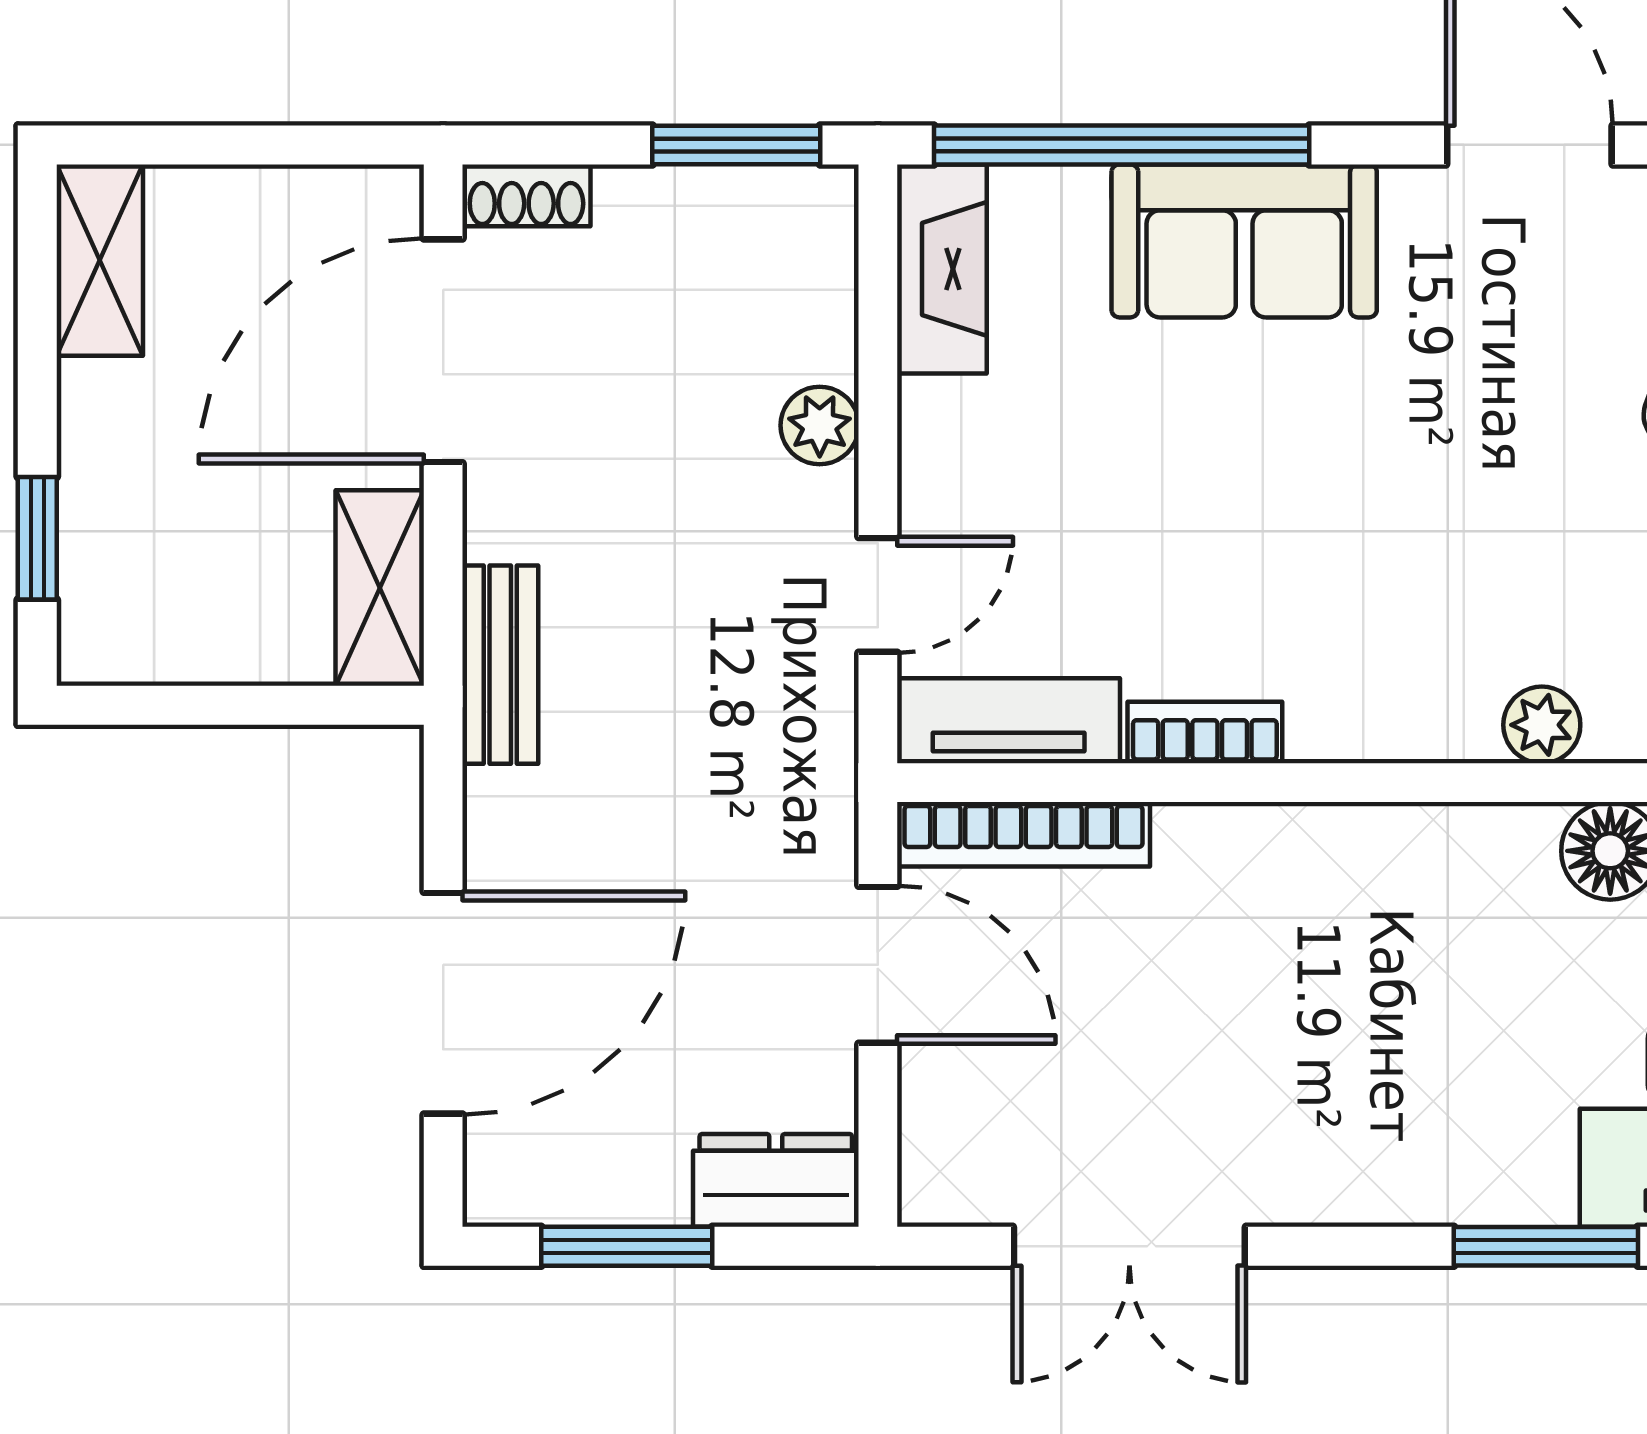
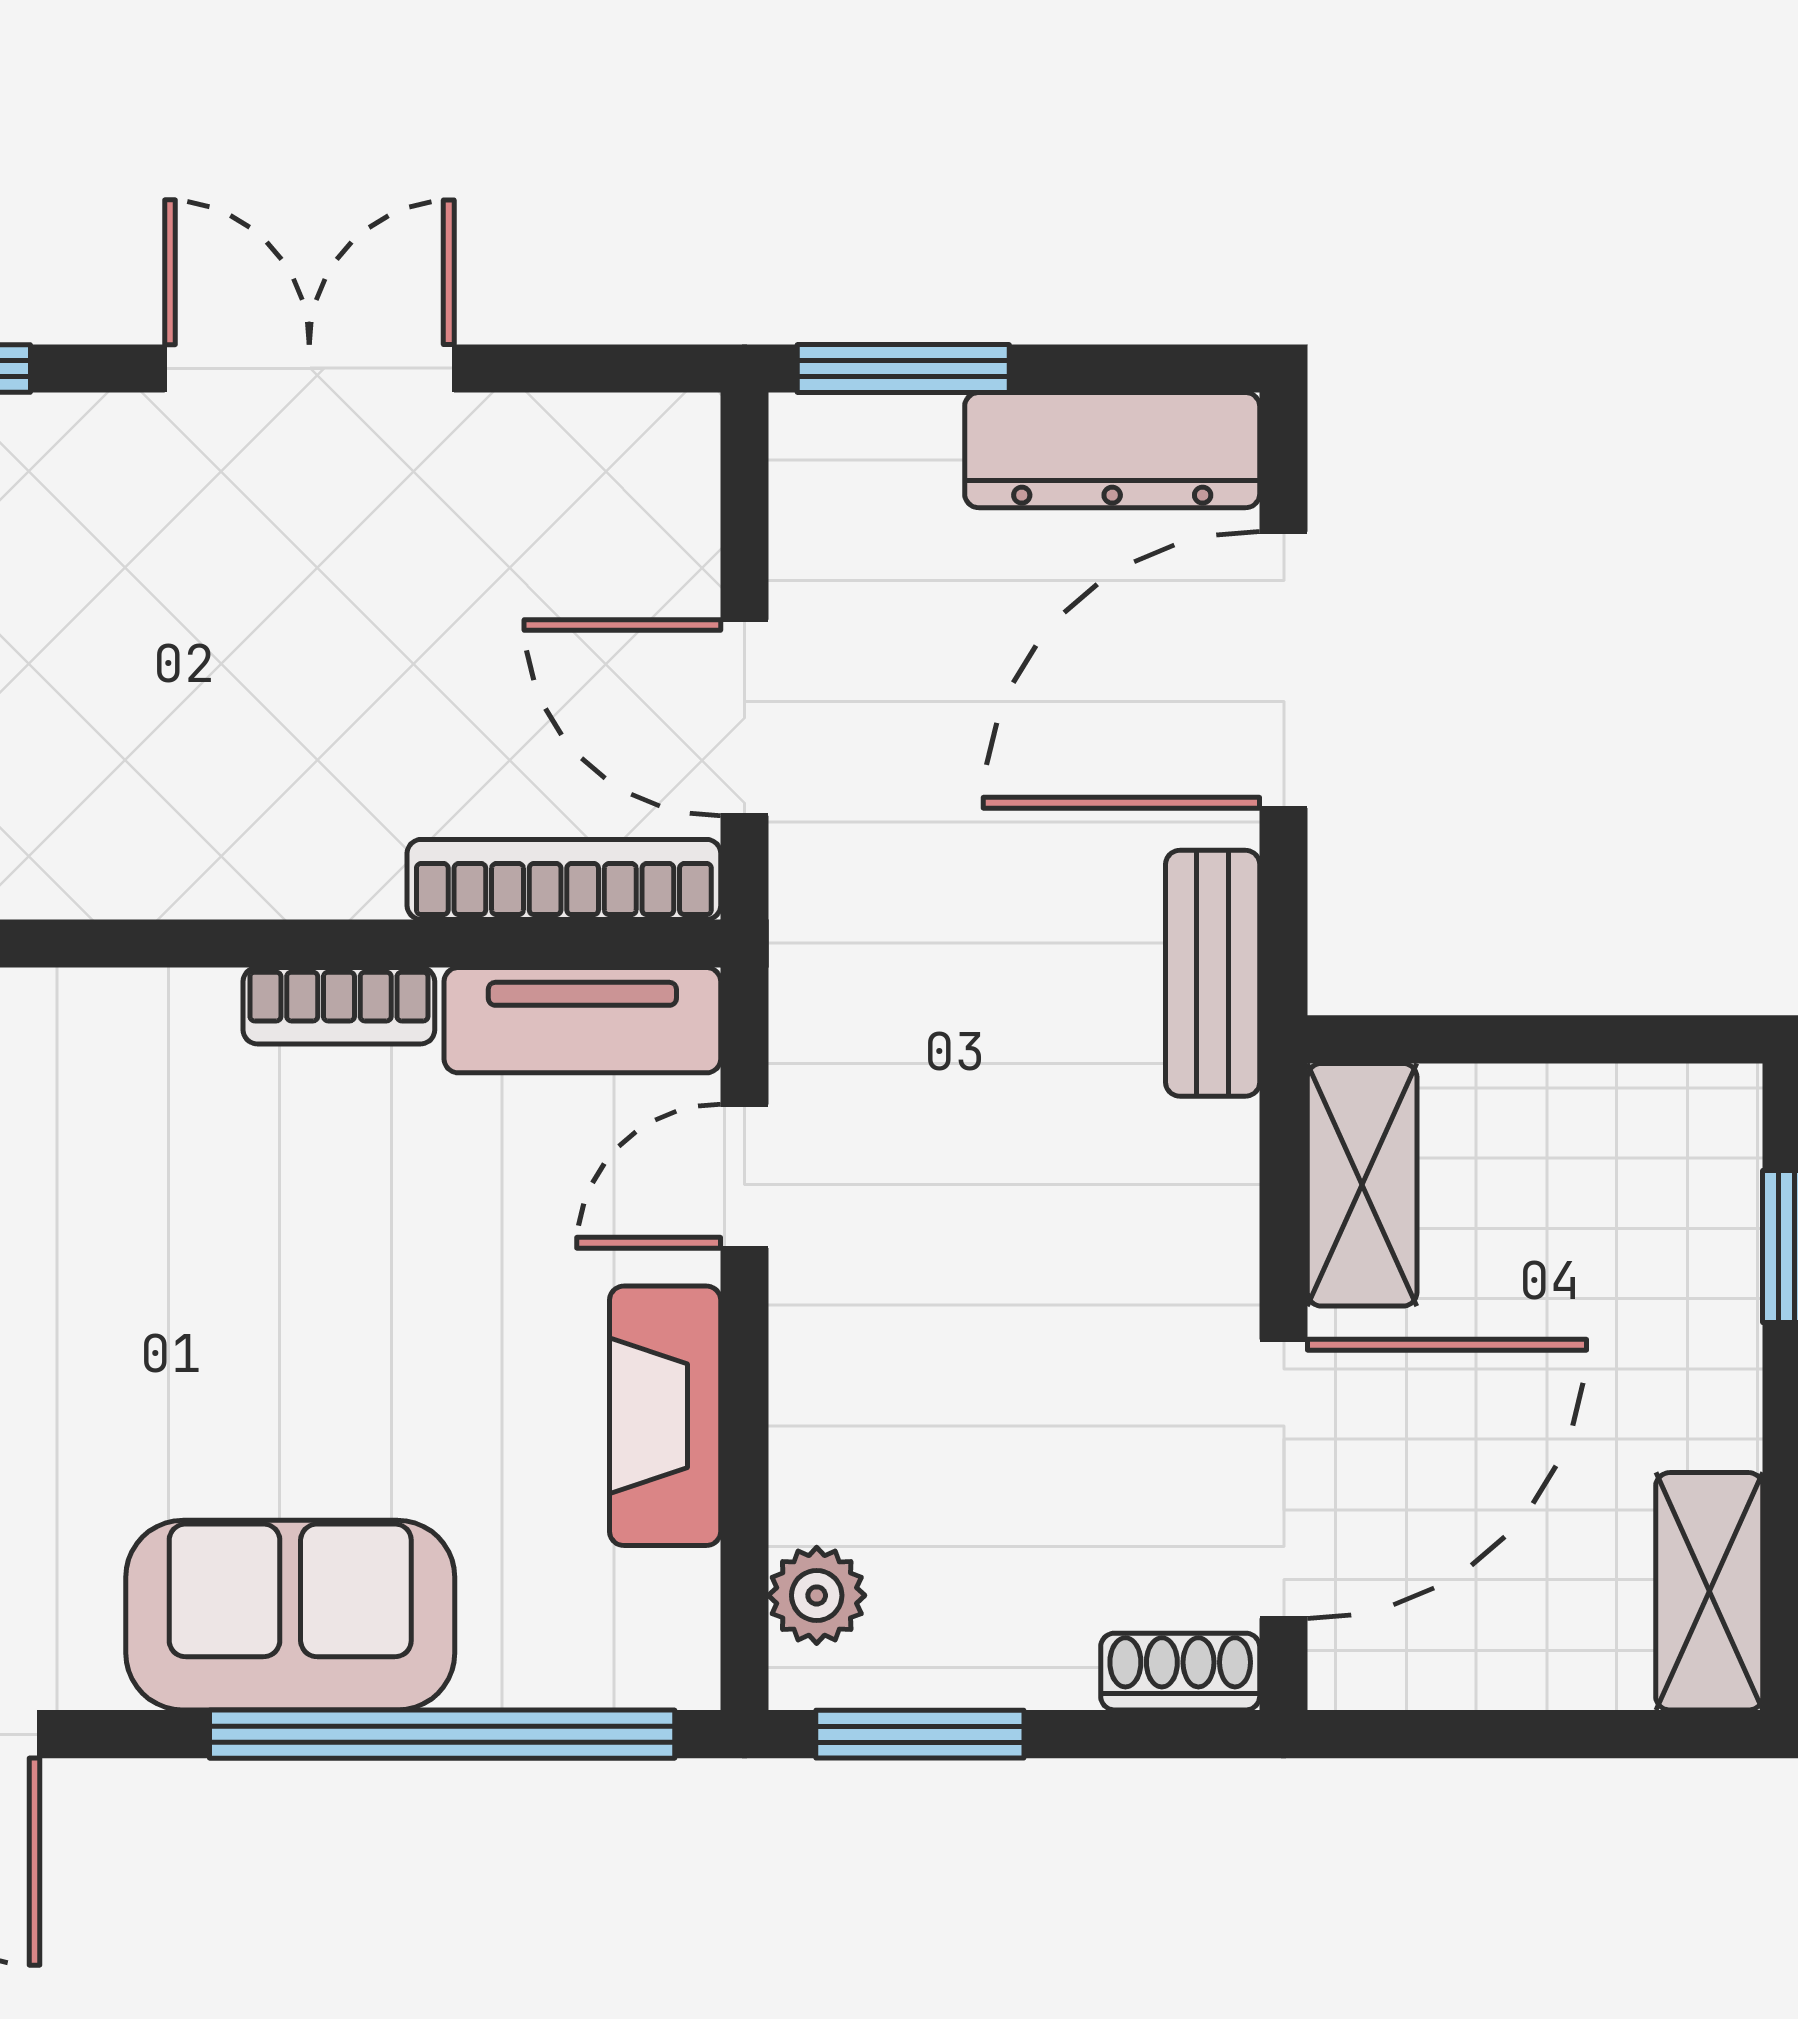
fireplace: (942, 269) -> (665, 1416), moved
plant: (820, 425) -> (817, 1595), moved
bench: (500, 665) -> (1213, 973), moved
dresser: (776, 1180) -> (1112, 450), moved, width x1.44
window: (627, 1246) -> (903, 368), moved
double door: (1129, 1246) -> (309, 368), moved

